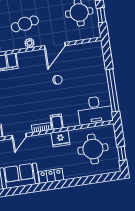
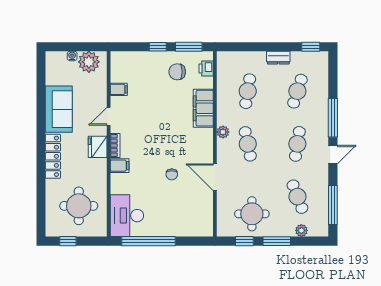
plant: (30, 43) -> (223, 132), moved
door: (19, 136) -> (109, 116), hinge flipped
fridge: (60, 139) -> (98, 147), moved
locker: (51, 176) -> (53, 156), width x1.53

